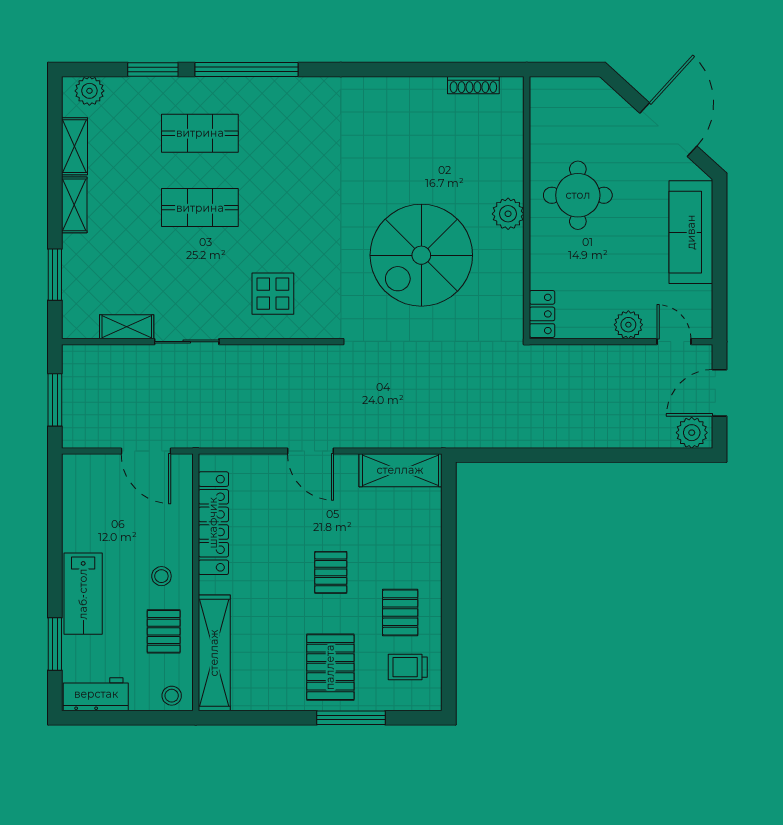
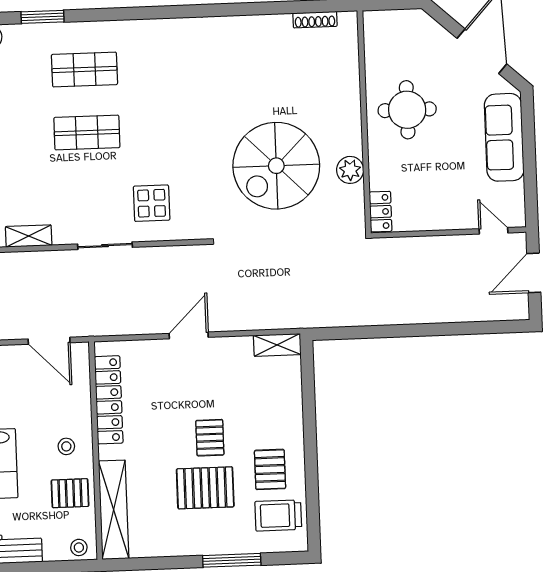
window: (246, 69) -> (122, 14), removed
plant: (508, 214) -> (350, 170), moved
plant: (628, 325) -> (454, 218), removed
sliding door: (187, 342) -> (105, 246), moved
plant: (692, 433) -> (511, 307), removed
door: (311, 451) -> (189, 335), swing flipped
shelving: (400, 470) -> (277, 345), width x0.67, depth x0.75
pallet: (164, 631) -> (70, 493), turned 90
pallet: (330, 667) -> (205, 488), moved, turned 90
trolley: (408, 667) -> (278, 515), width x1.36, depth x1.39

